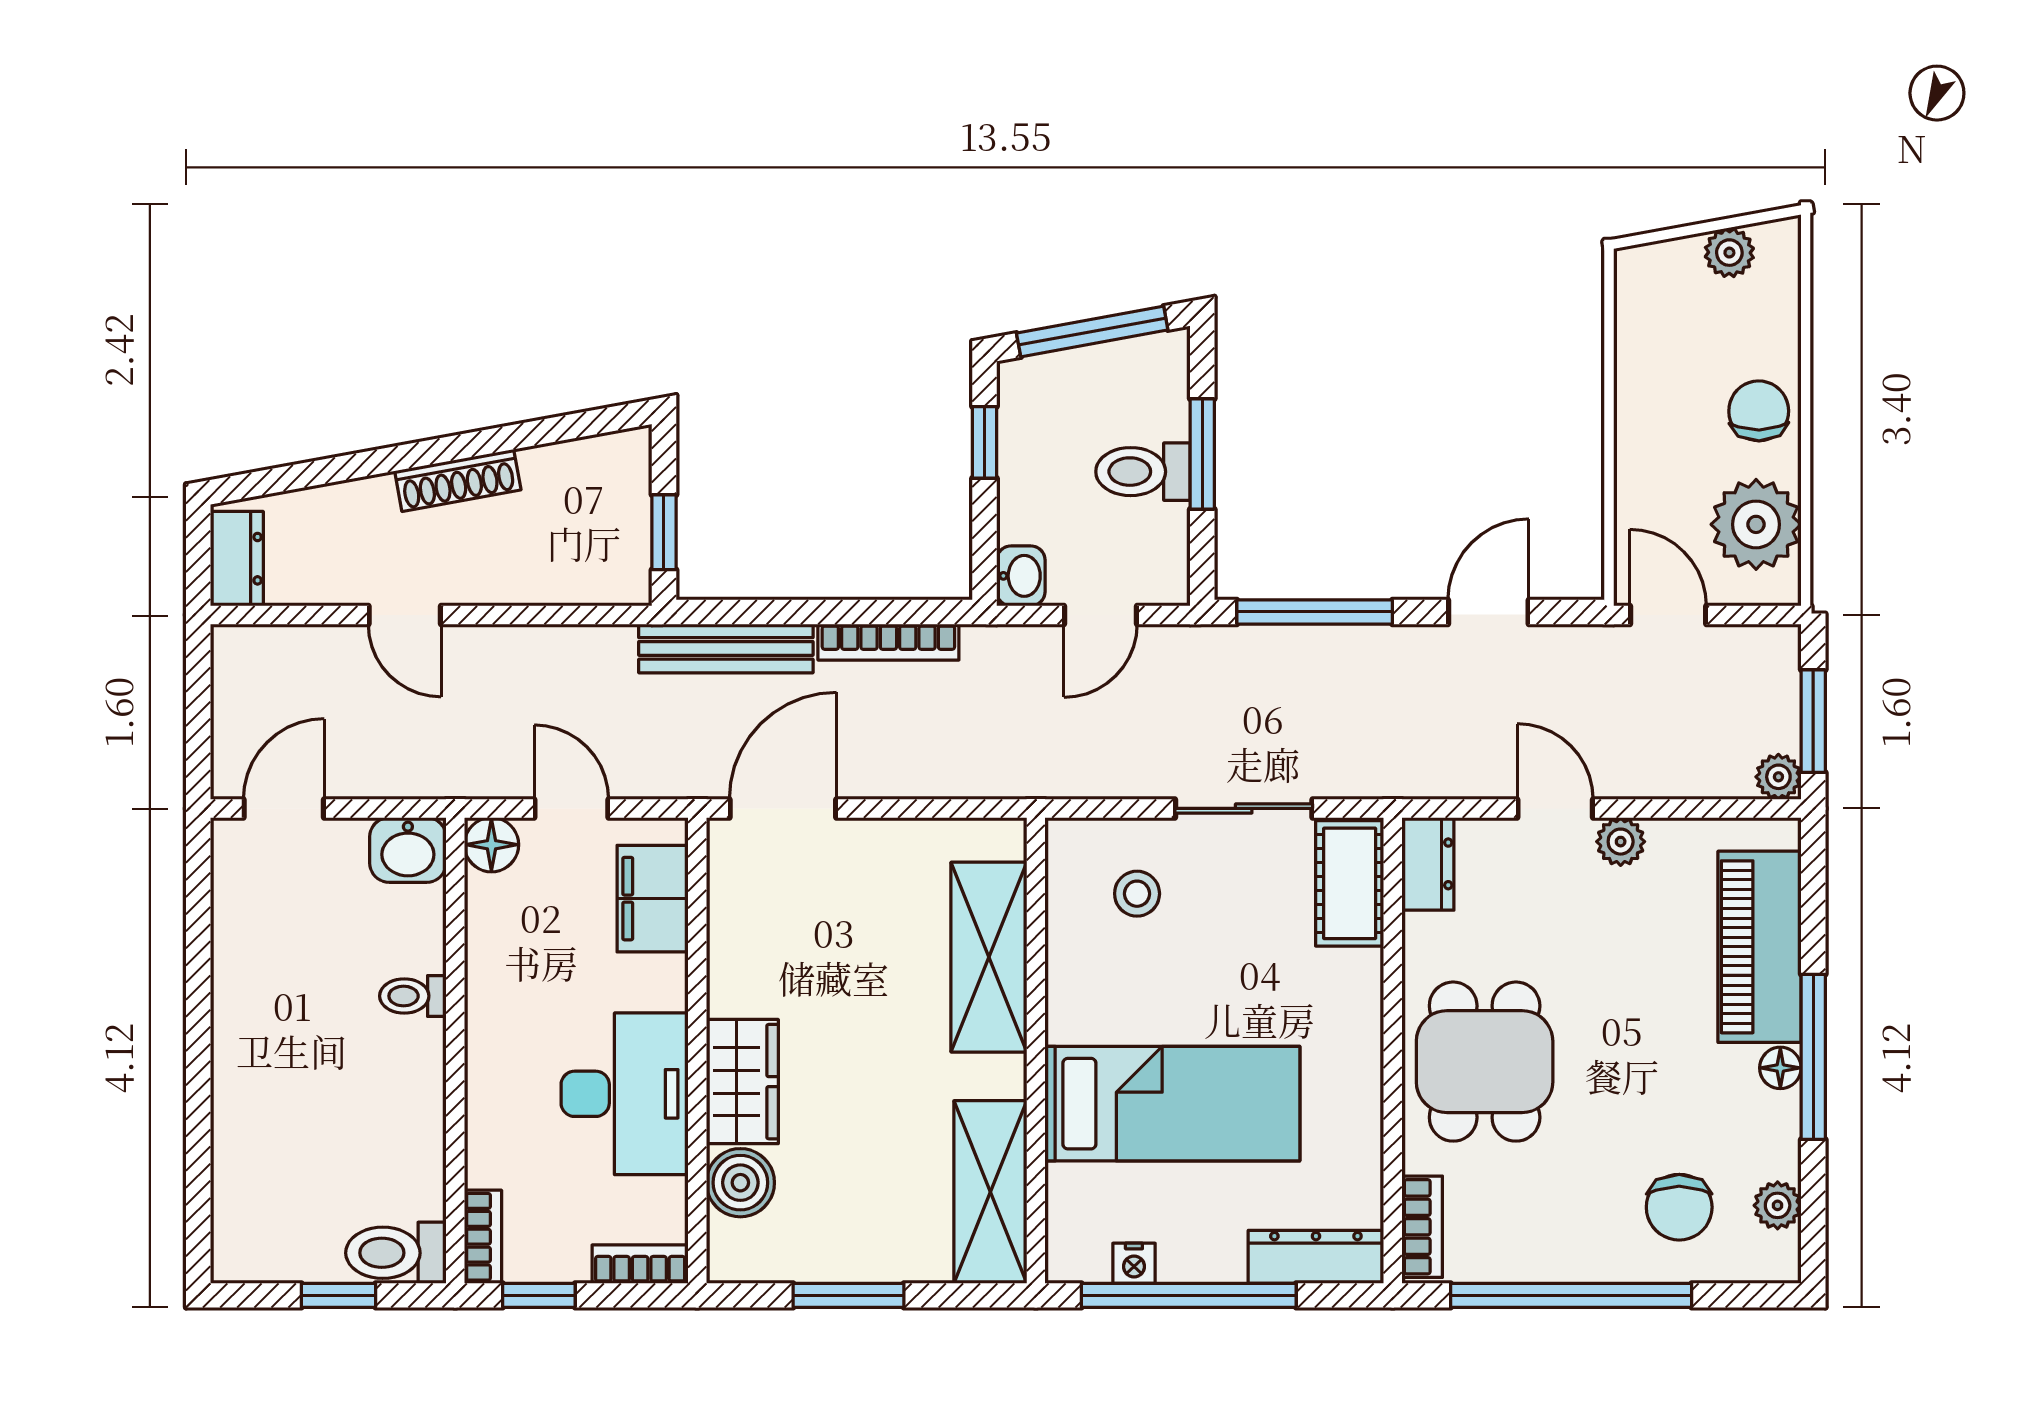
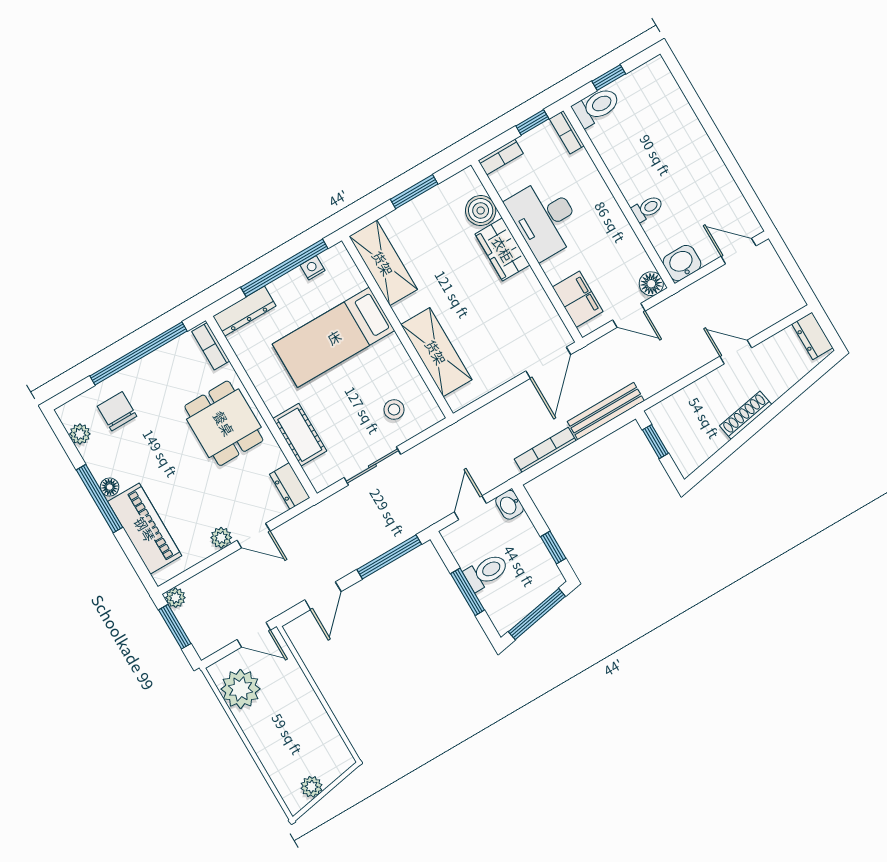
chair: (1759, 411) -> (265, 733), removed
door: (284, 808) -> (739, 251), swing flipped
cot: (1350, 883) -> (300, 435), moved

